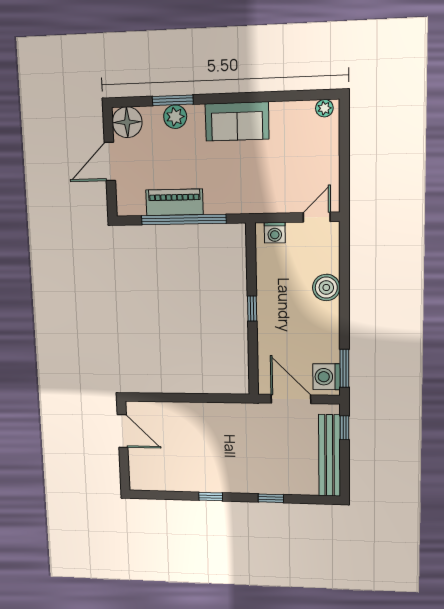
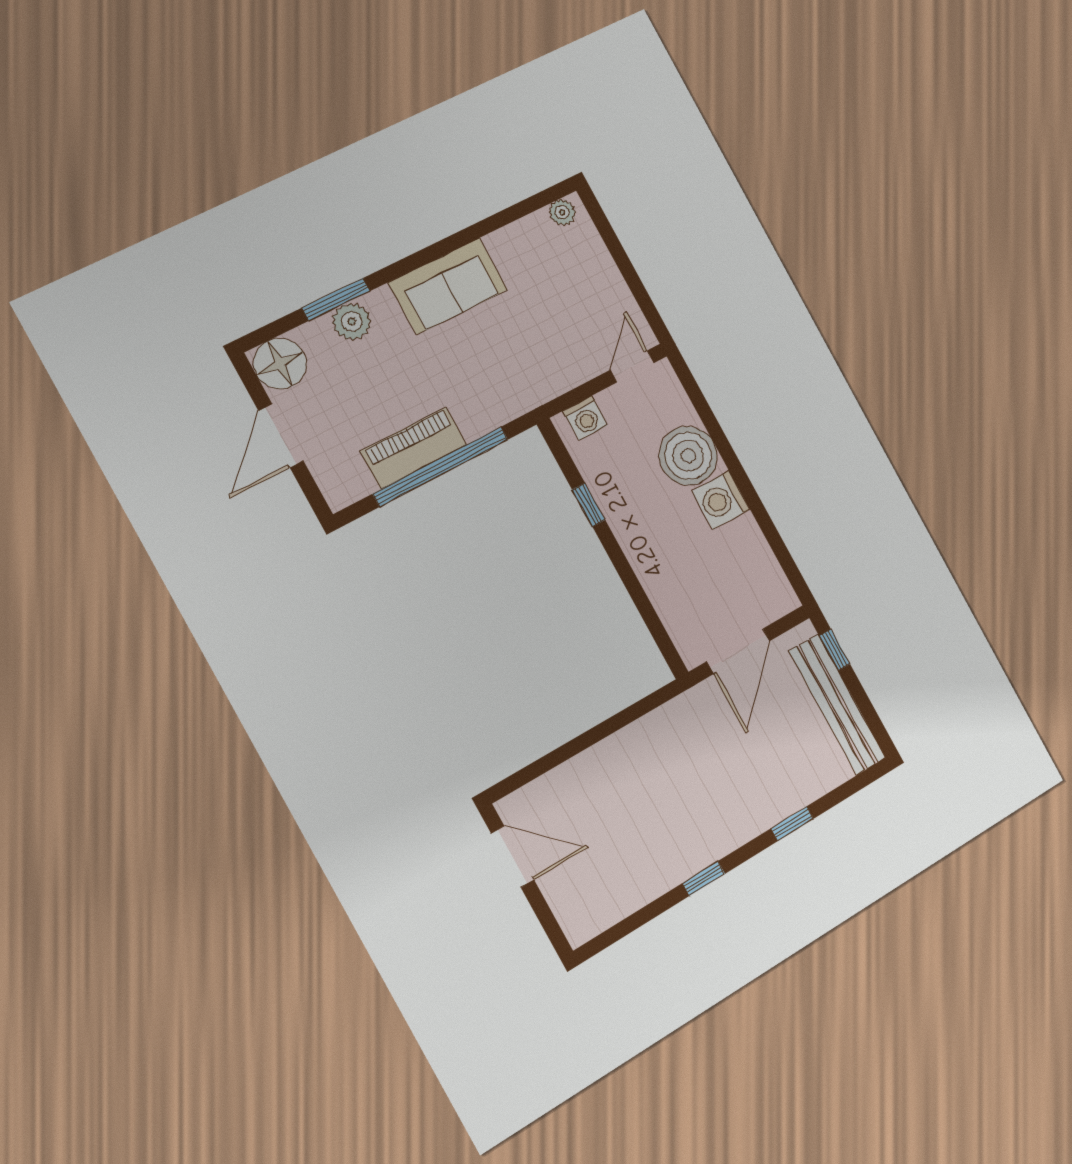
boiler: (326, 288) -> (688, 456), width x1.37, depth x1.37
window: (252, 309) -> (589, 505), moved
window: (344, 368) -> (787, 562), removed
washing machine: (326, 377) -> (721, 500), moved
door: (291, 399) -> (738, 651), swing flipped

